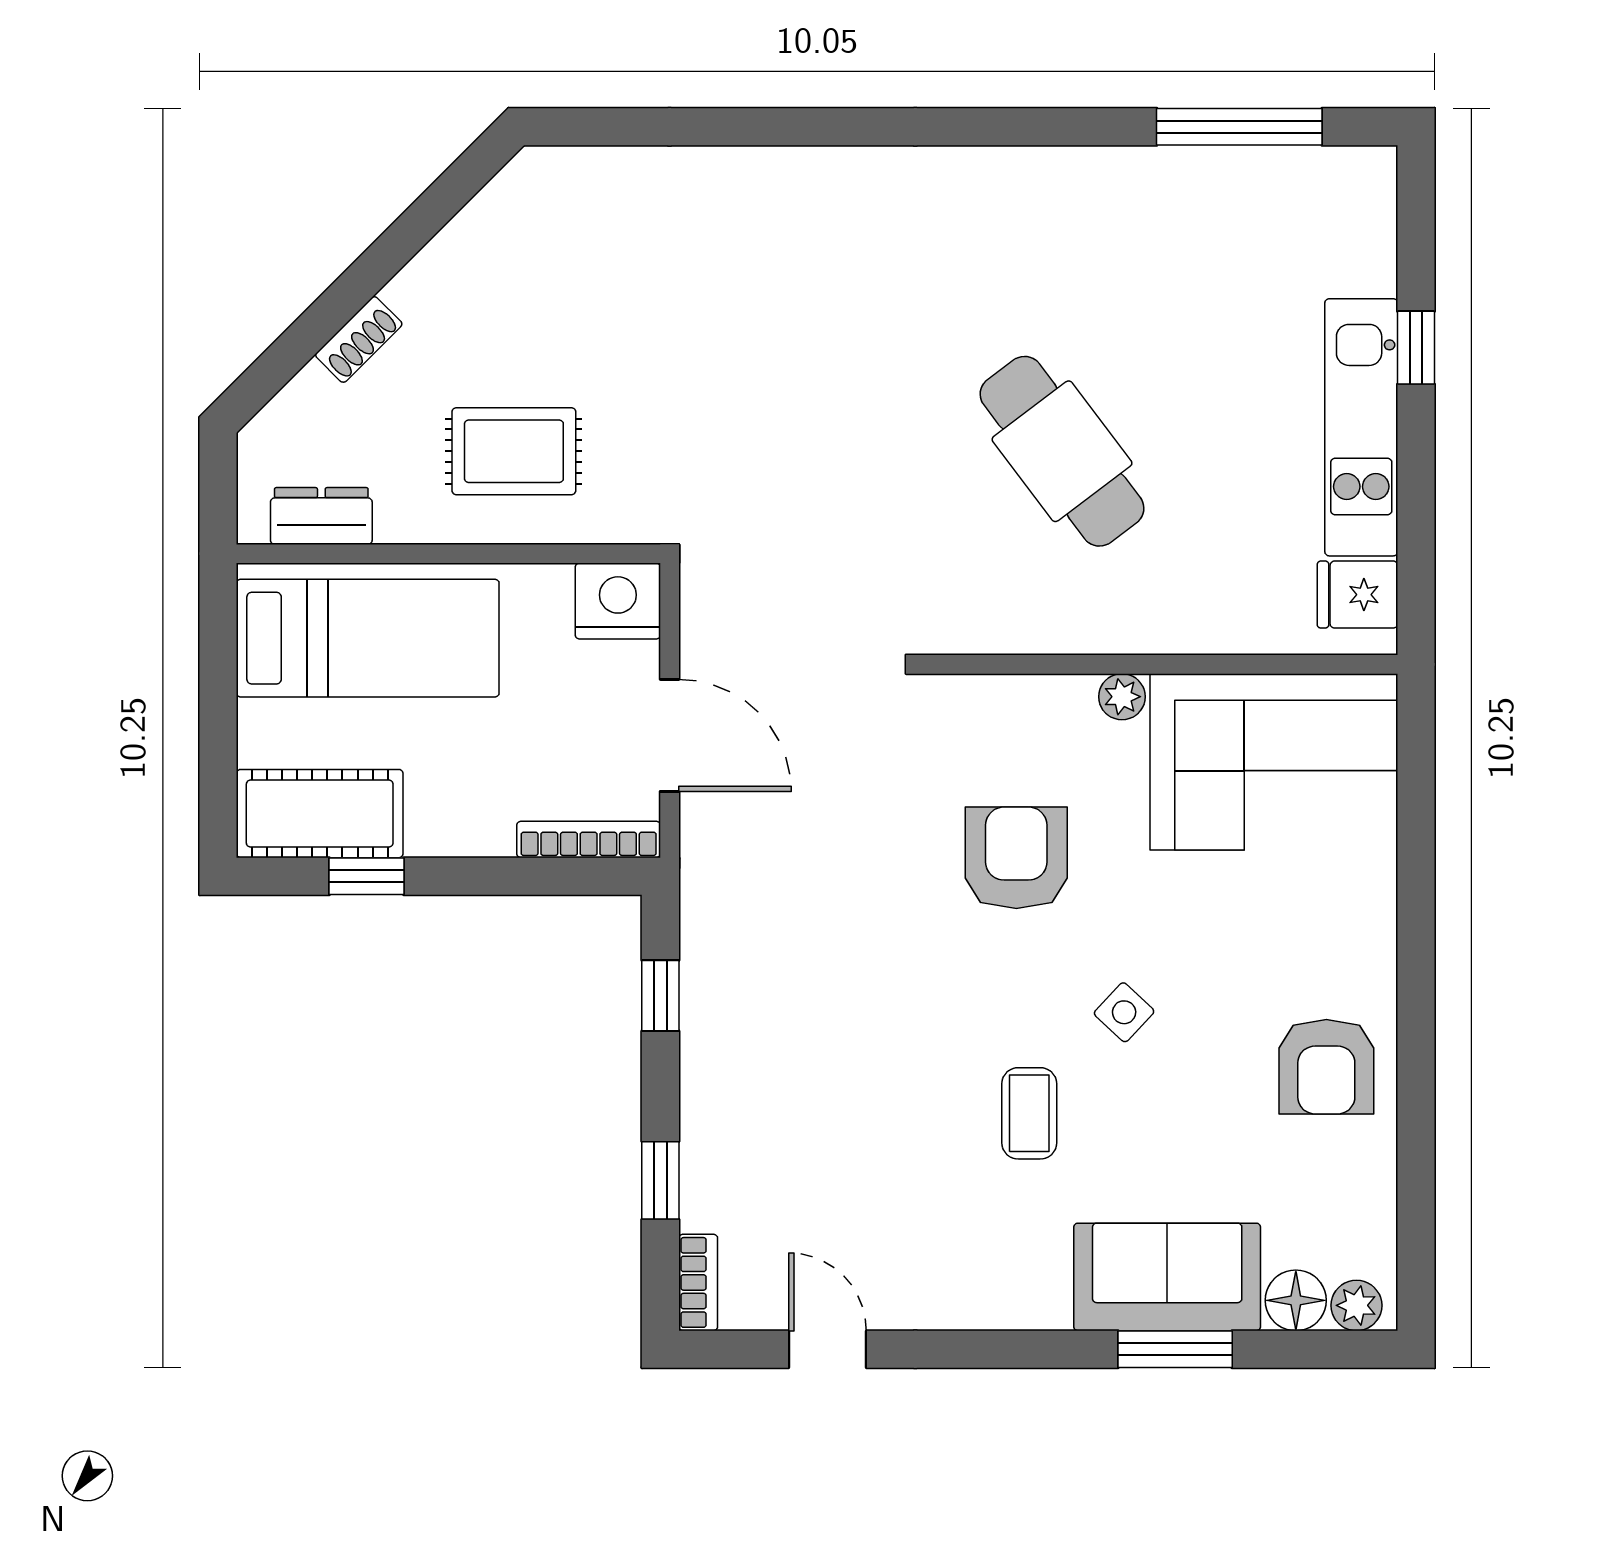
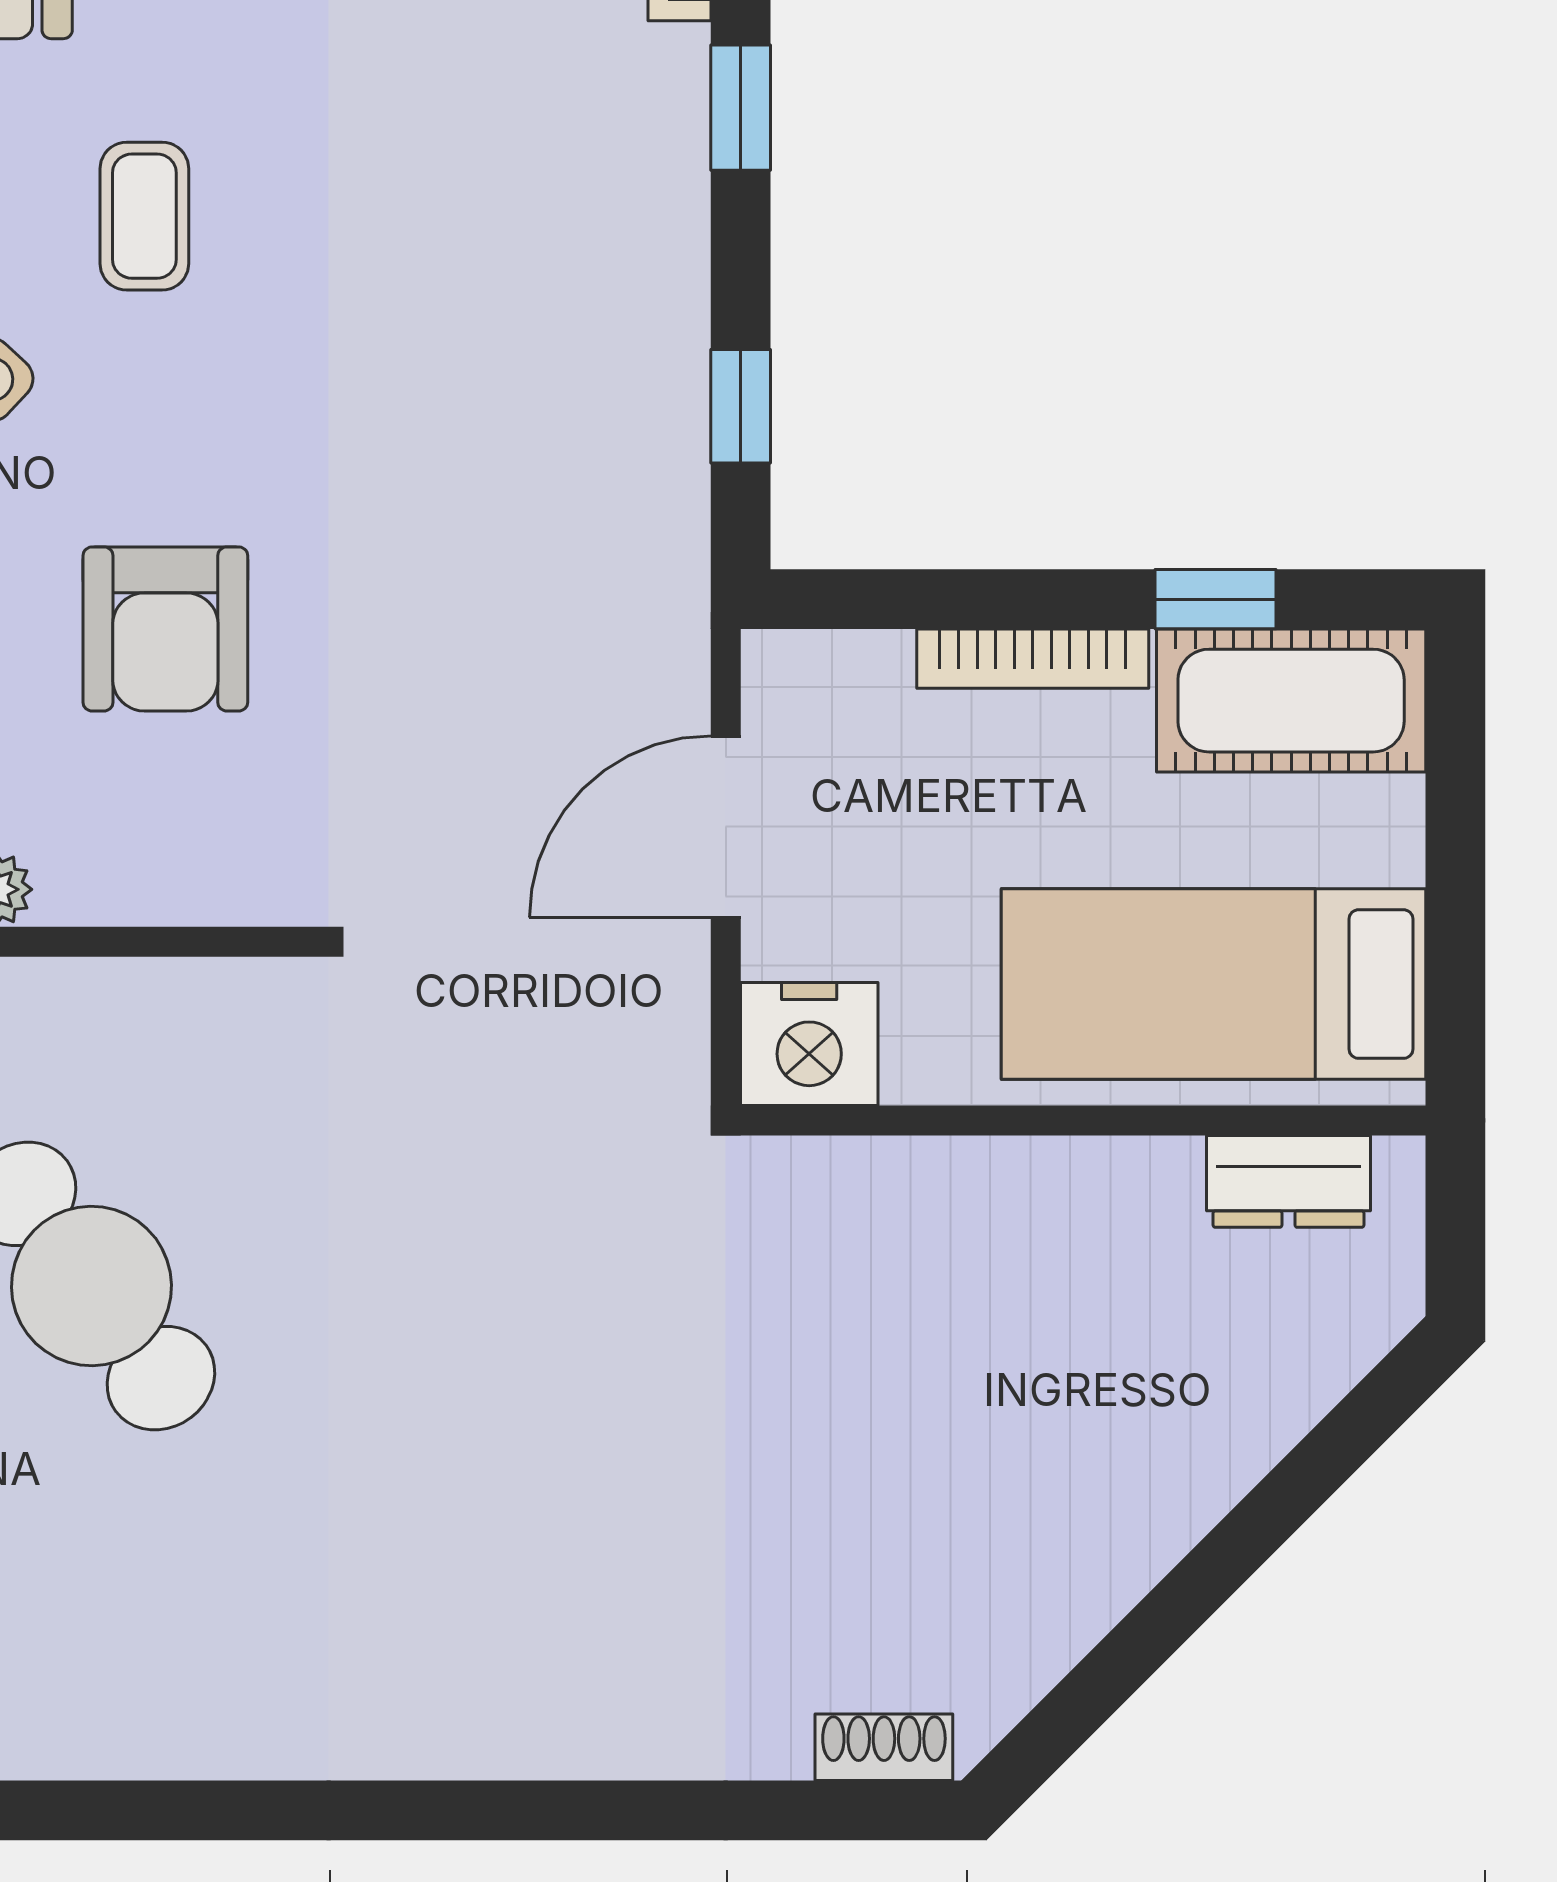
shoe rack: (359, 339) -> (884, 1747), moved, turned 45
rug: (514, 451) -> (977, 1286), removed
door: (670, 735) -> (726, 827), hinge flipped
bookcase: (589, 839) -> (1033, 659), moved

